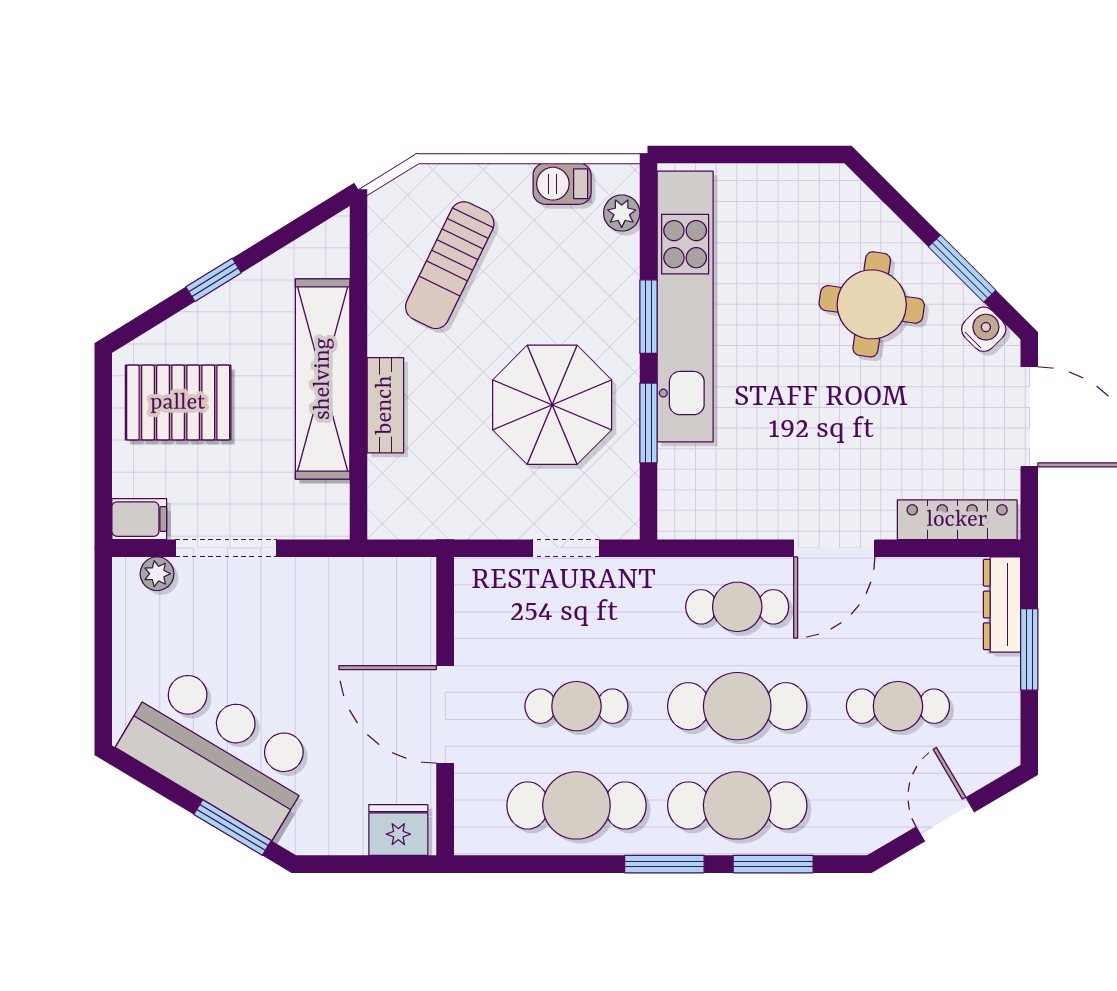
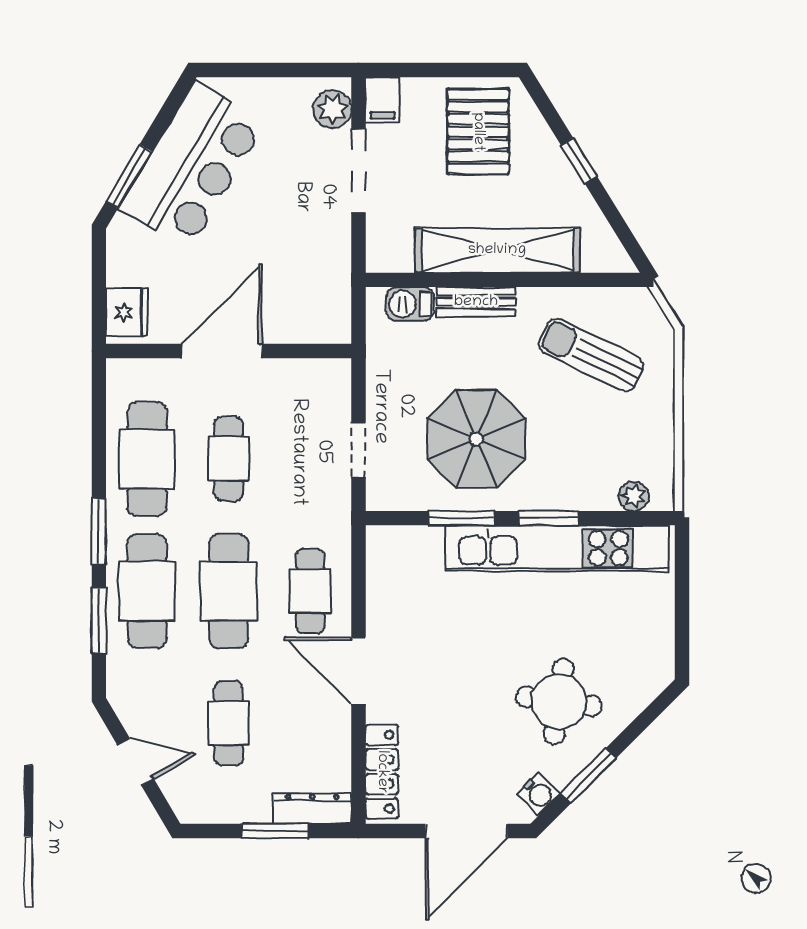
barbecue: (562, 184) -> (410, 304), moved, turned -90
plant: (157, 574) -> (332, 109), width x1.38, depth x1.38

